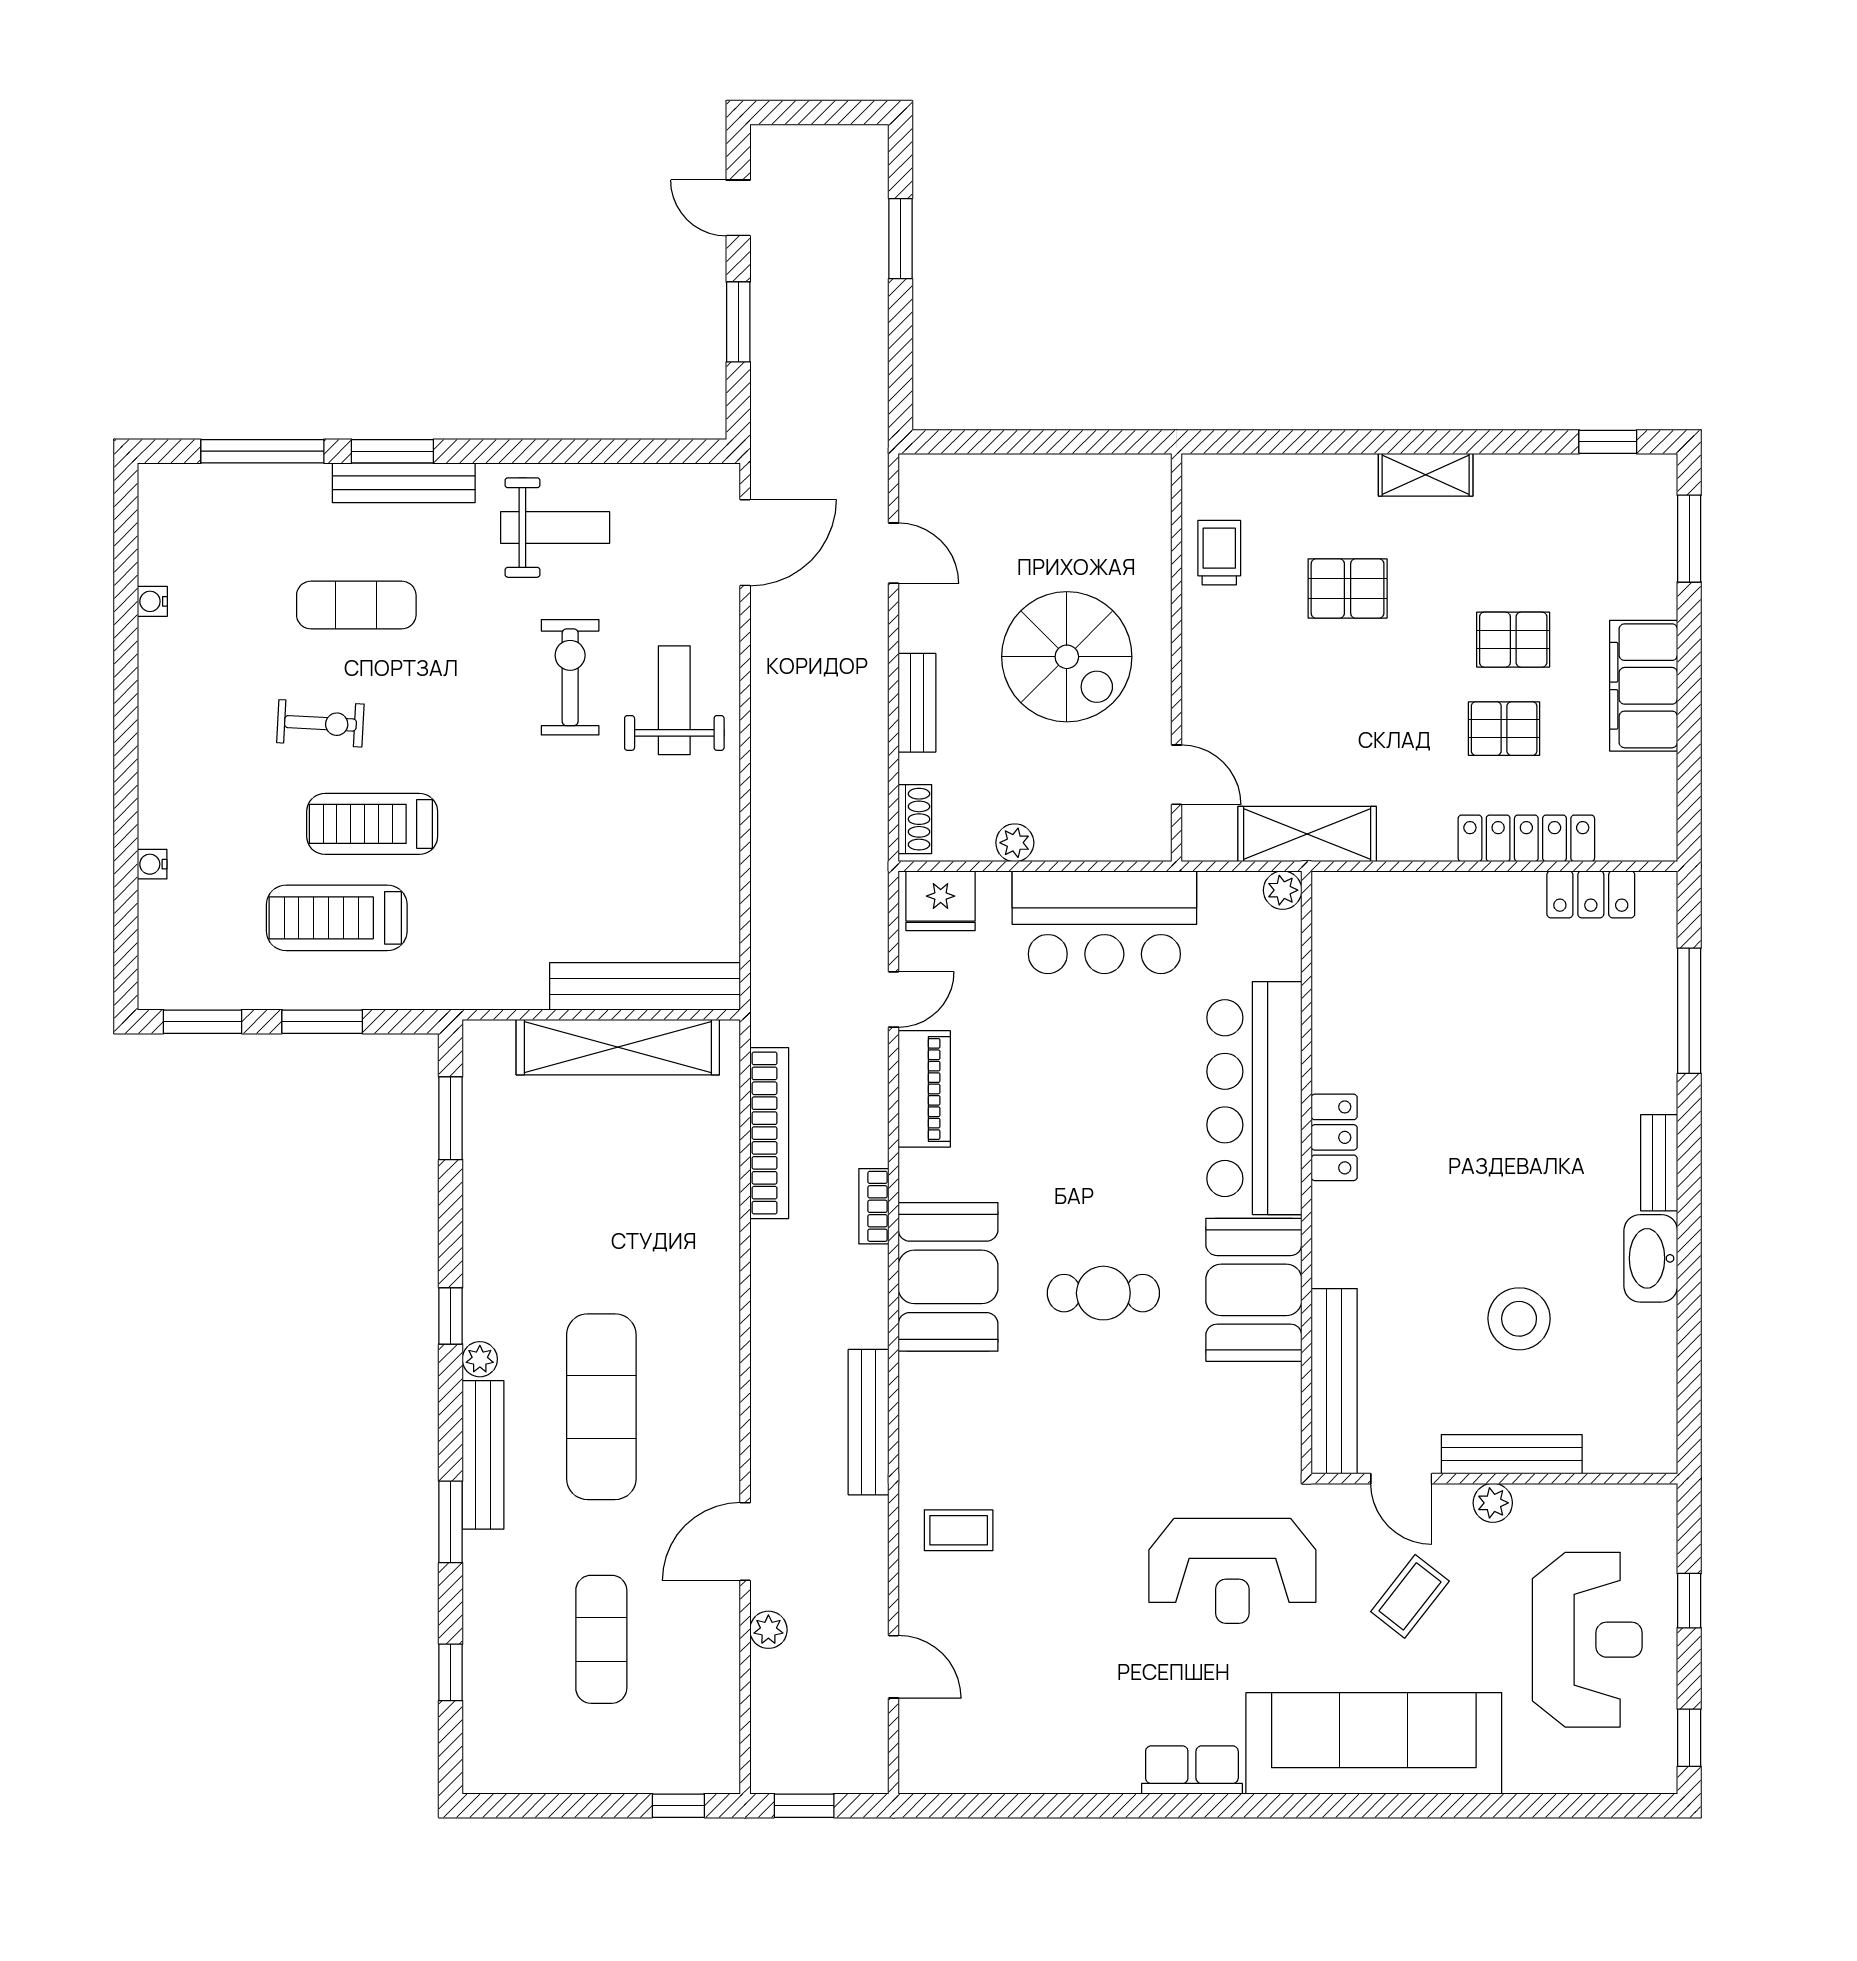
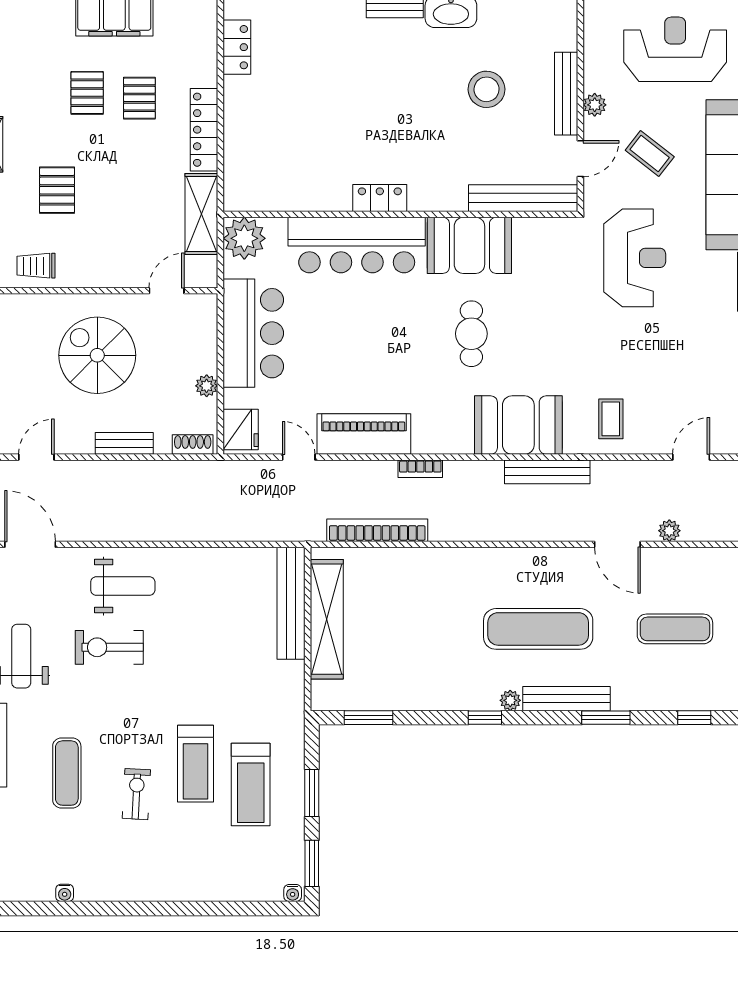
spiral stairs: (1067, 657) -> (97, 355), turned -90
weight bench: (674, 700) -> (123, 586), turned 180
locker: (1526, 838) -> (204, 130), moved
water cooler: (152, 864) -> (293, 893), moved
plant: (1283, 890) -> (244, 238), width x1.88, depth x1.88
piano: (924, 1089) -> (364, 434), width x1.37, depth x1.33
booth: (948, 1277) -> (518, 425), moved

